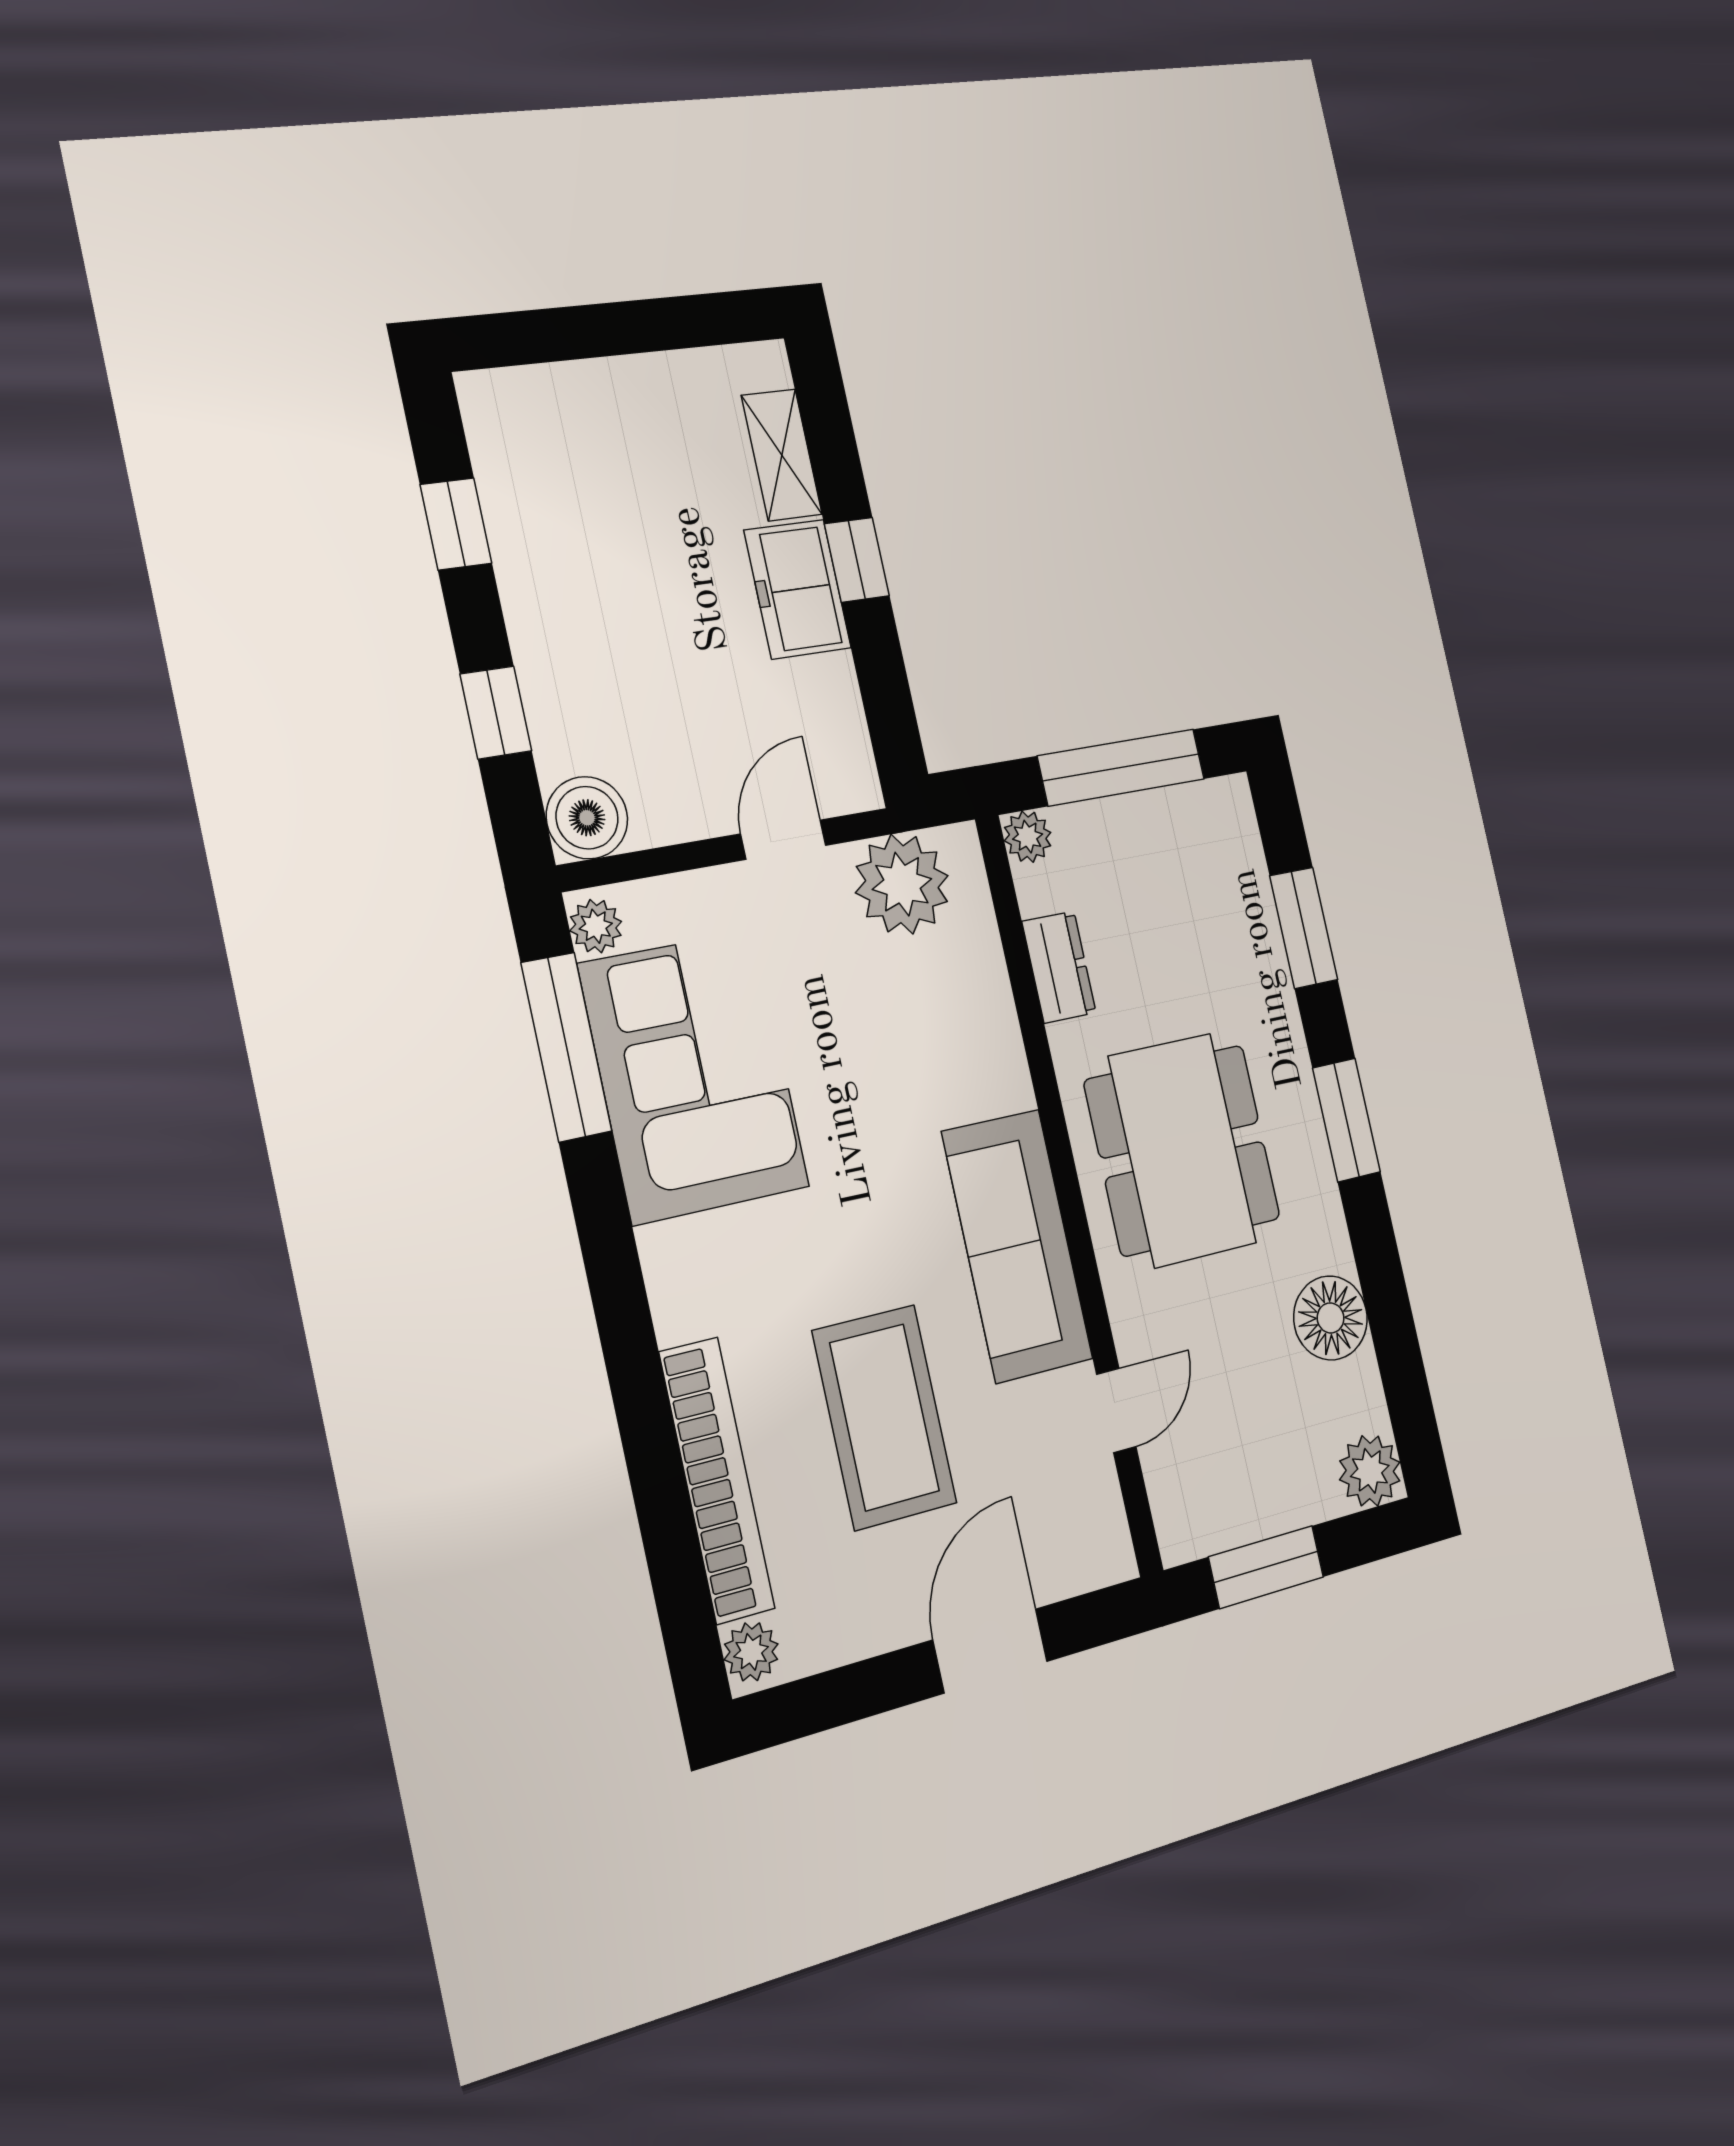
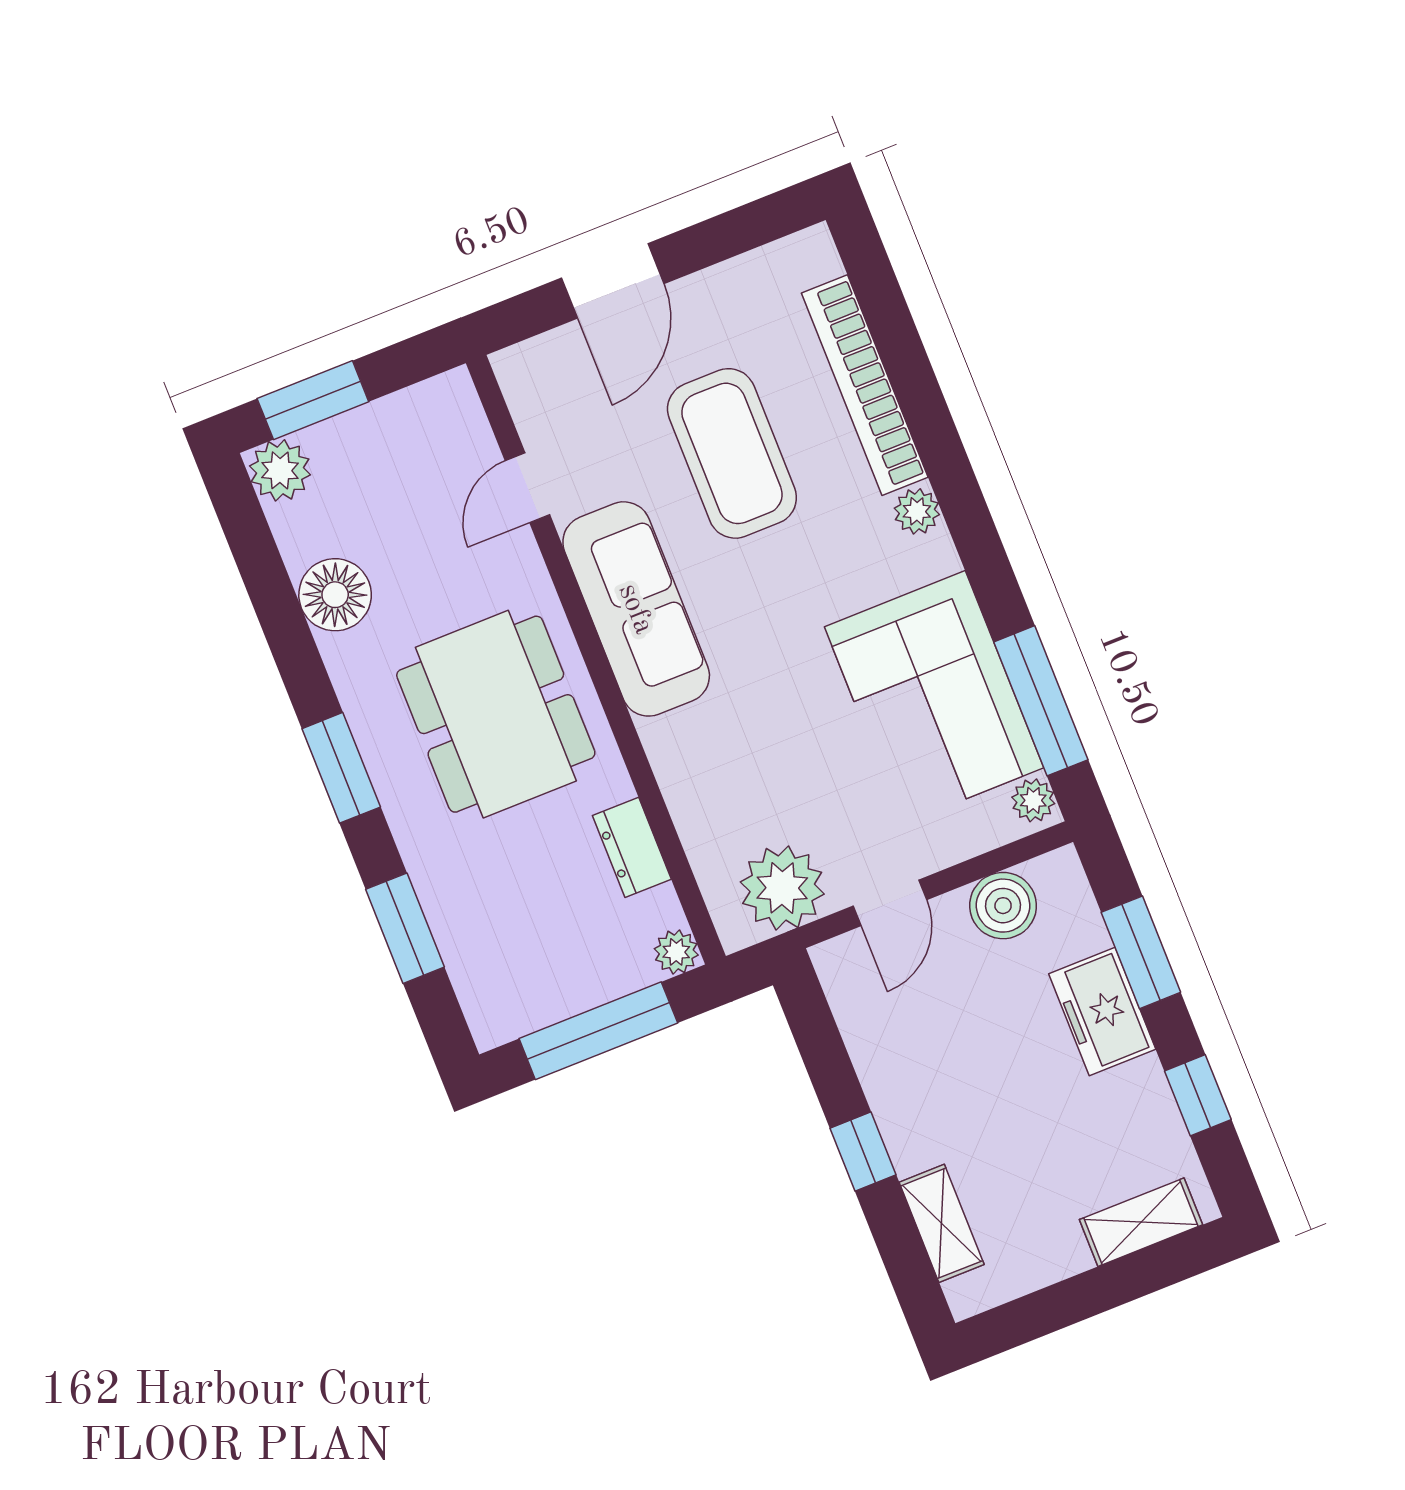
shelving: (551, 393) -> (1141, 1222), added
freezer: (798, 589) -> (1102, 1012), moved, turned 180
window: (496, 712) -> (1141, 952), width x1.50
boiler: (587, 818) -> (1003, 906), moved
window: (1266, 1567) -> (313, 400), moved
plant: (751, 1652) -> (917, 511), moved

